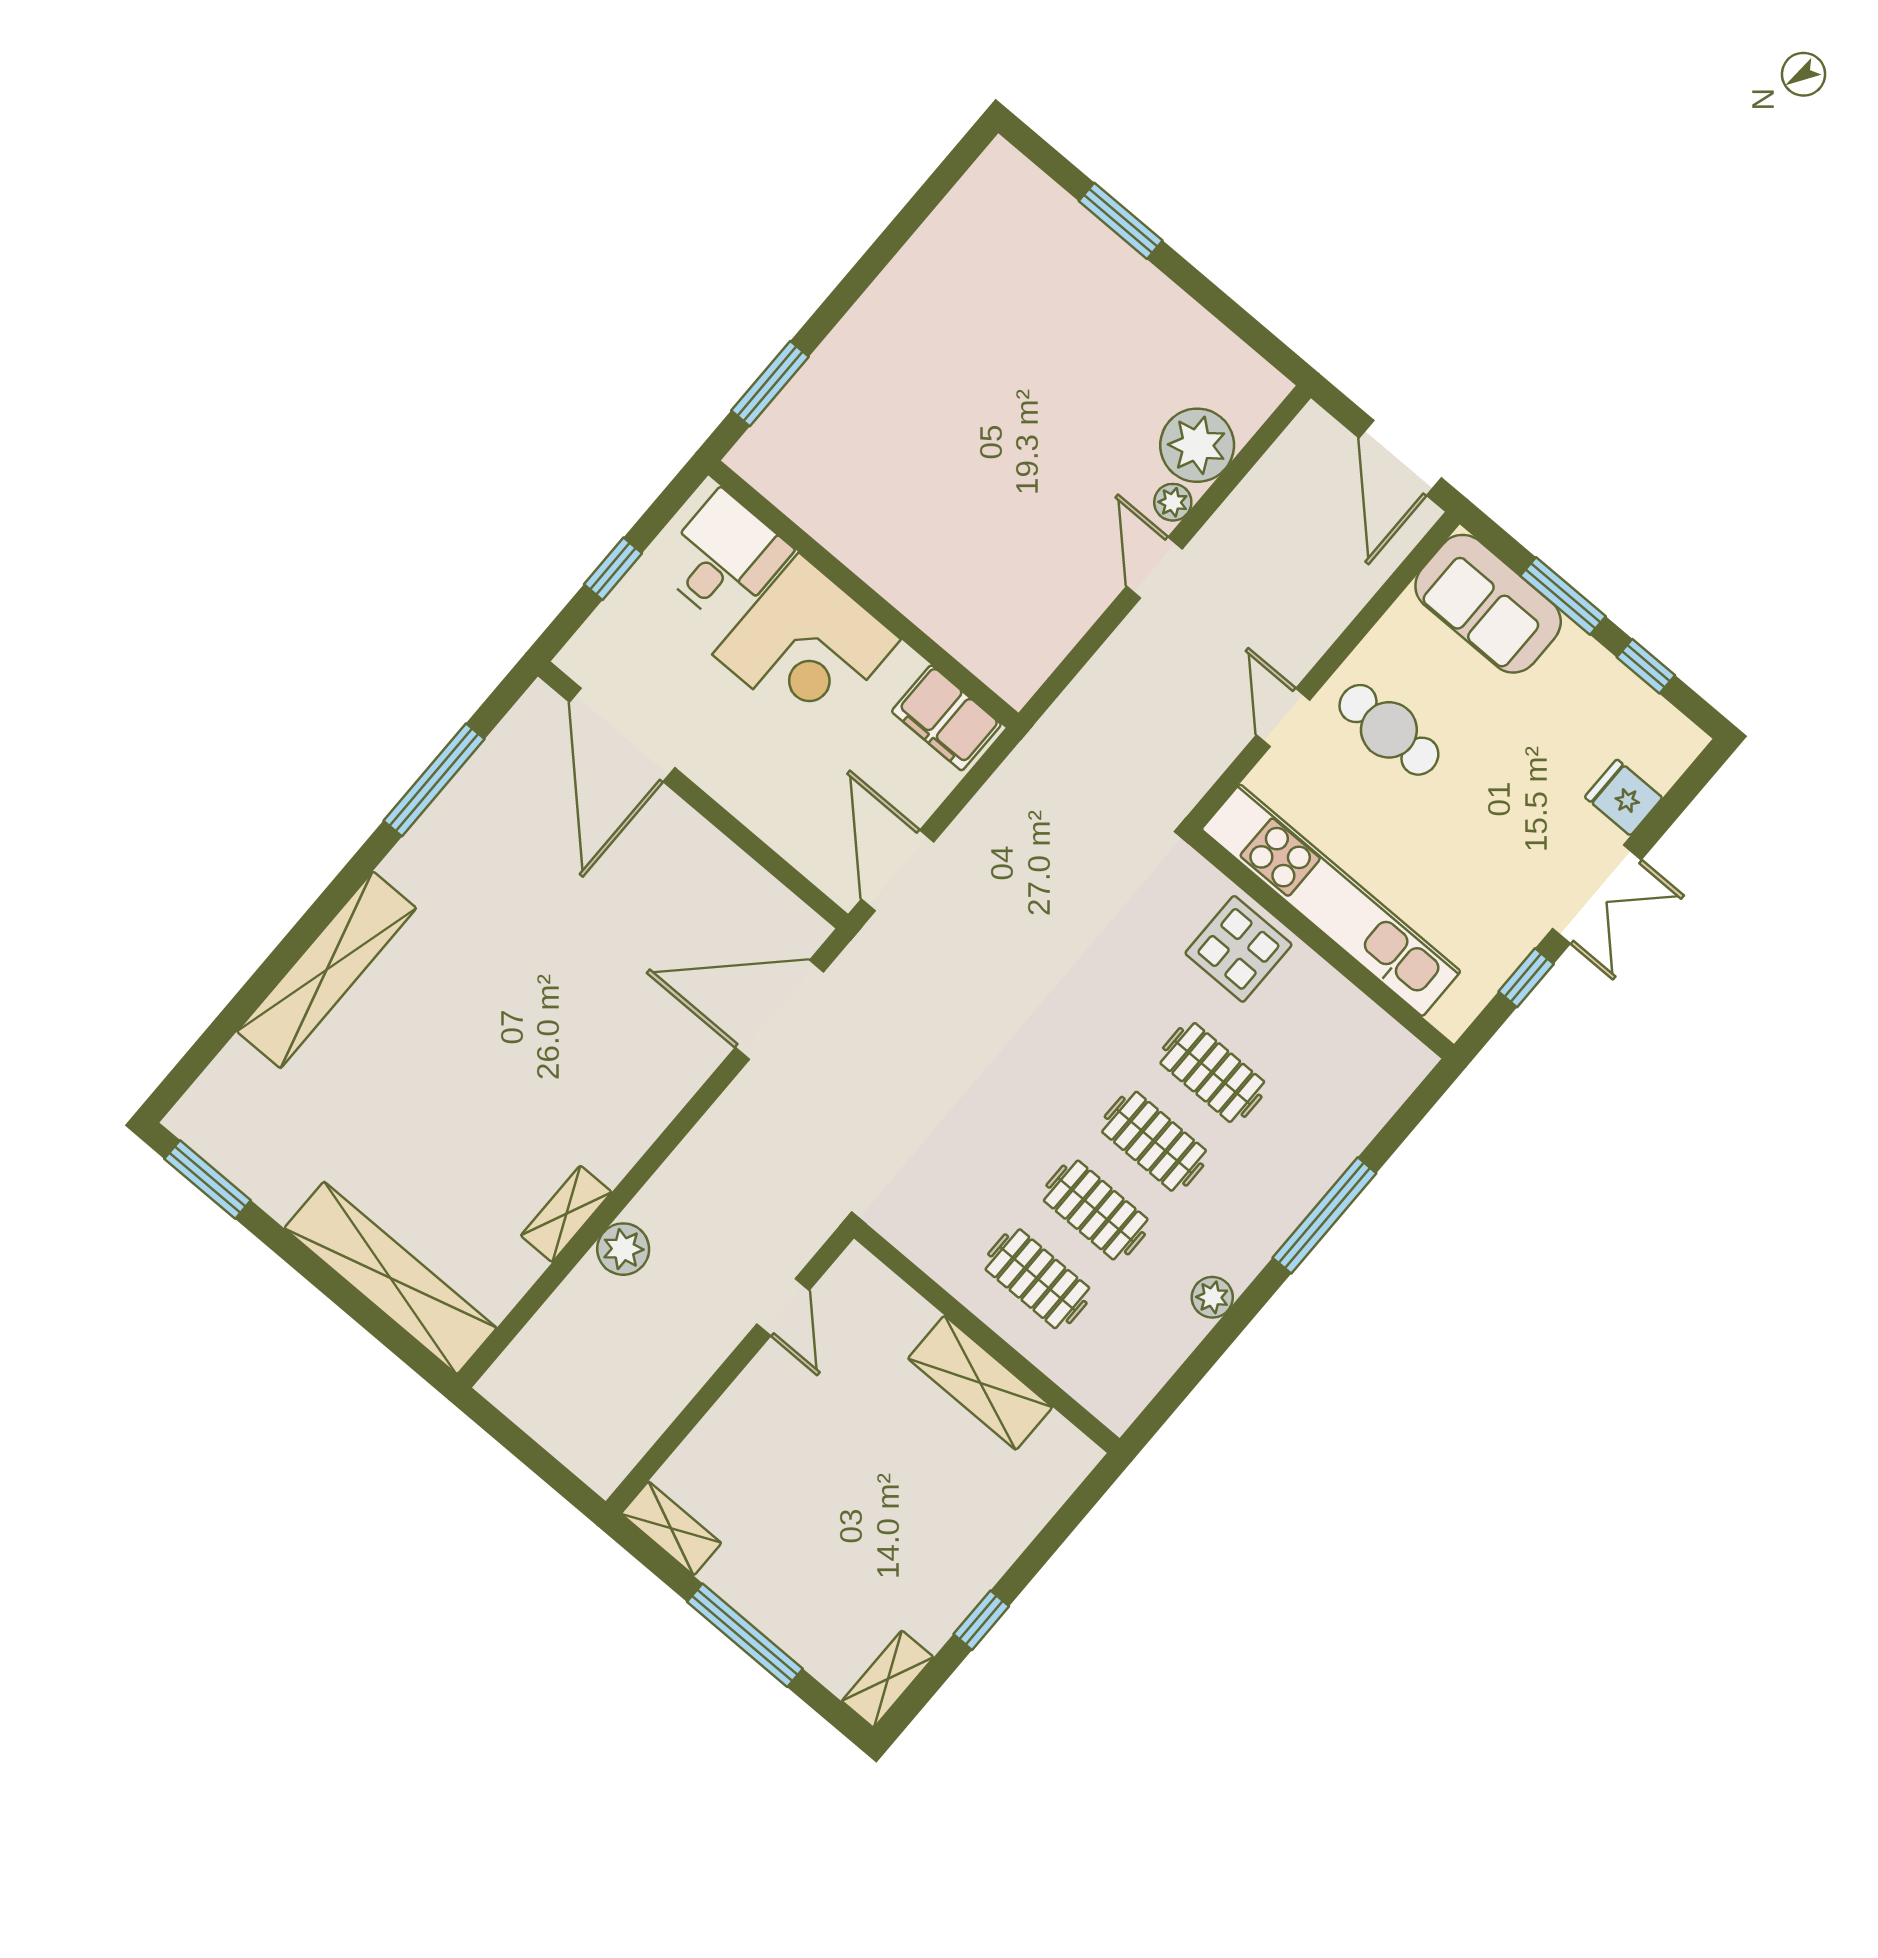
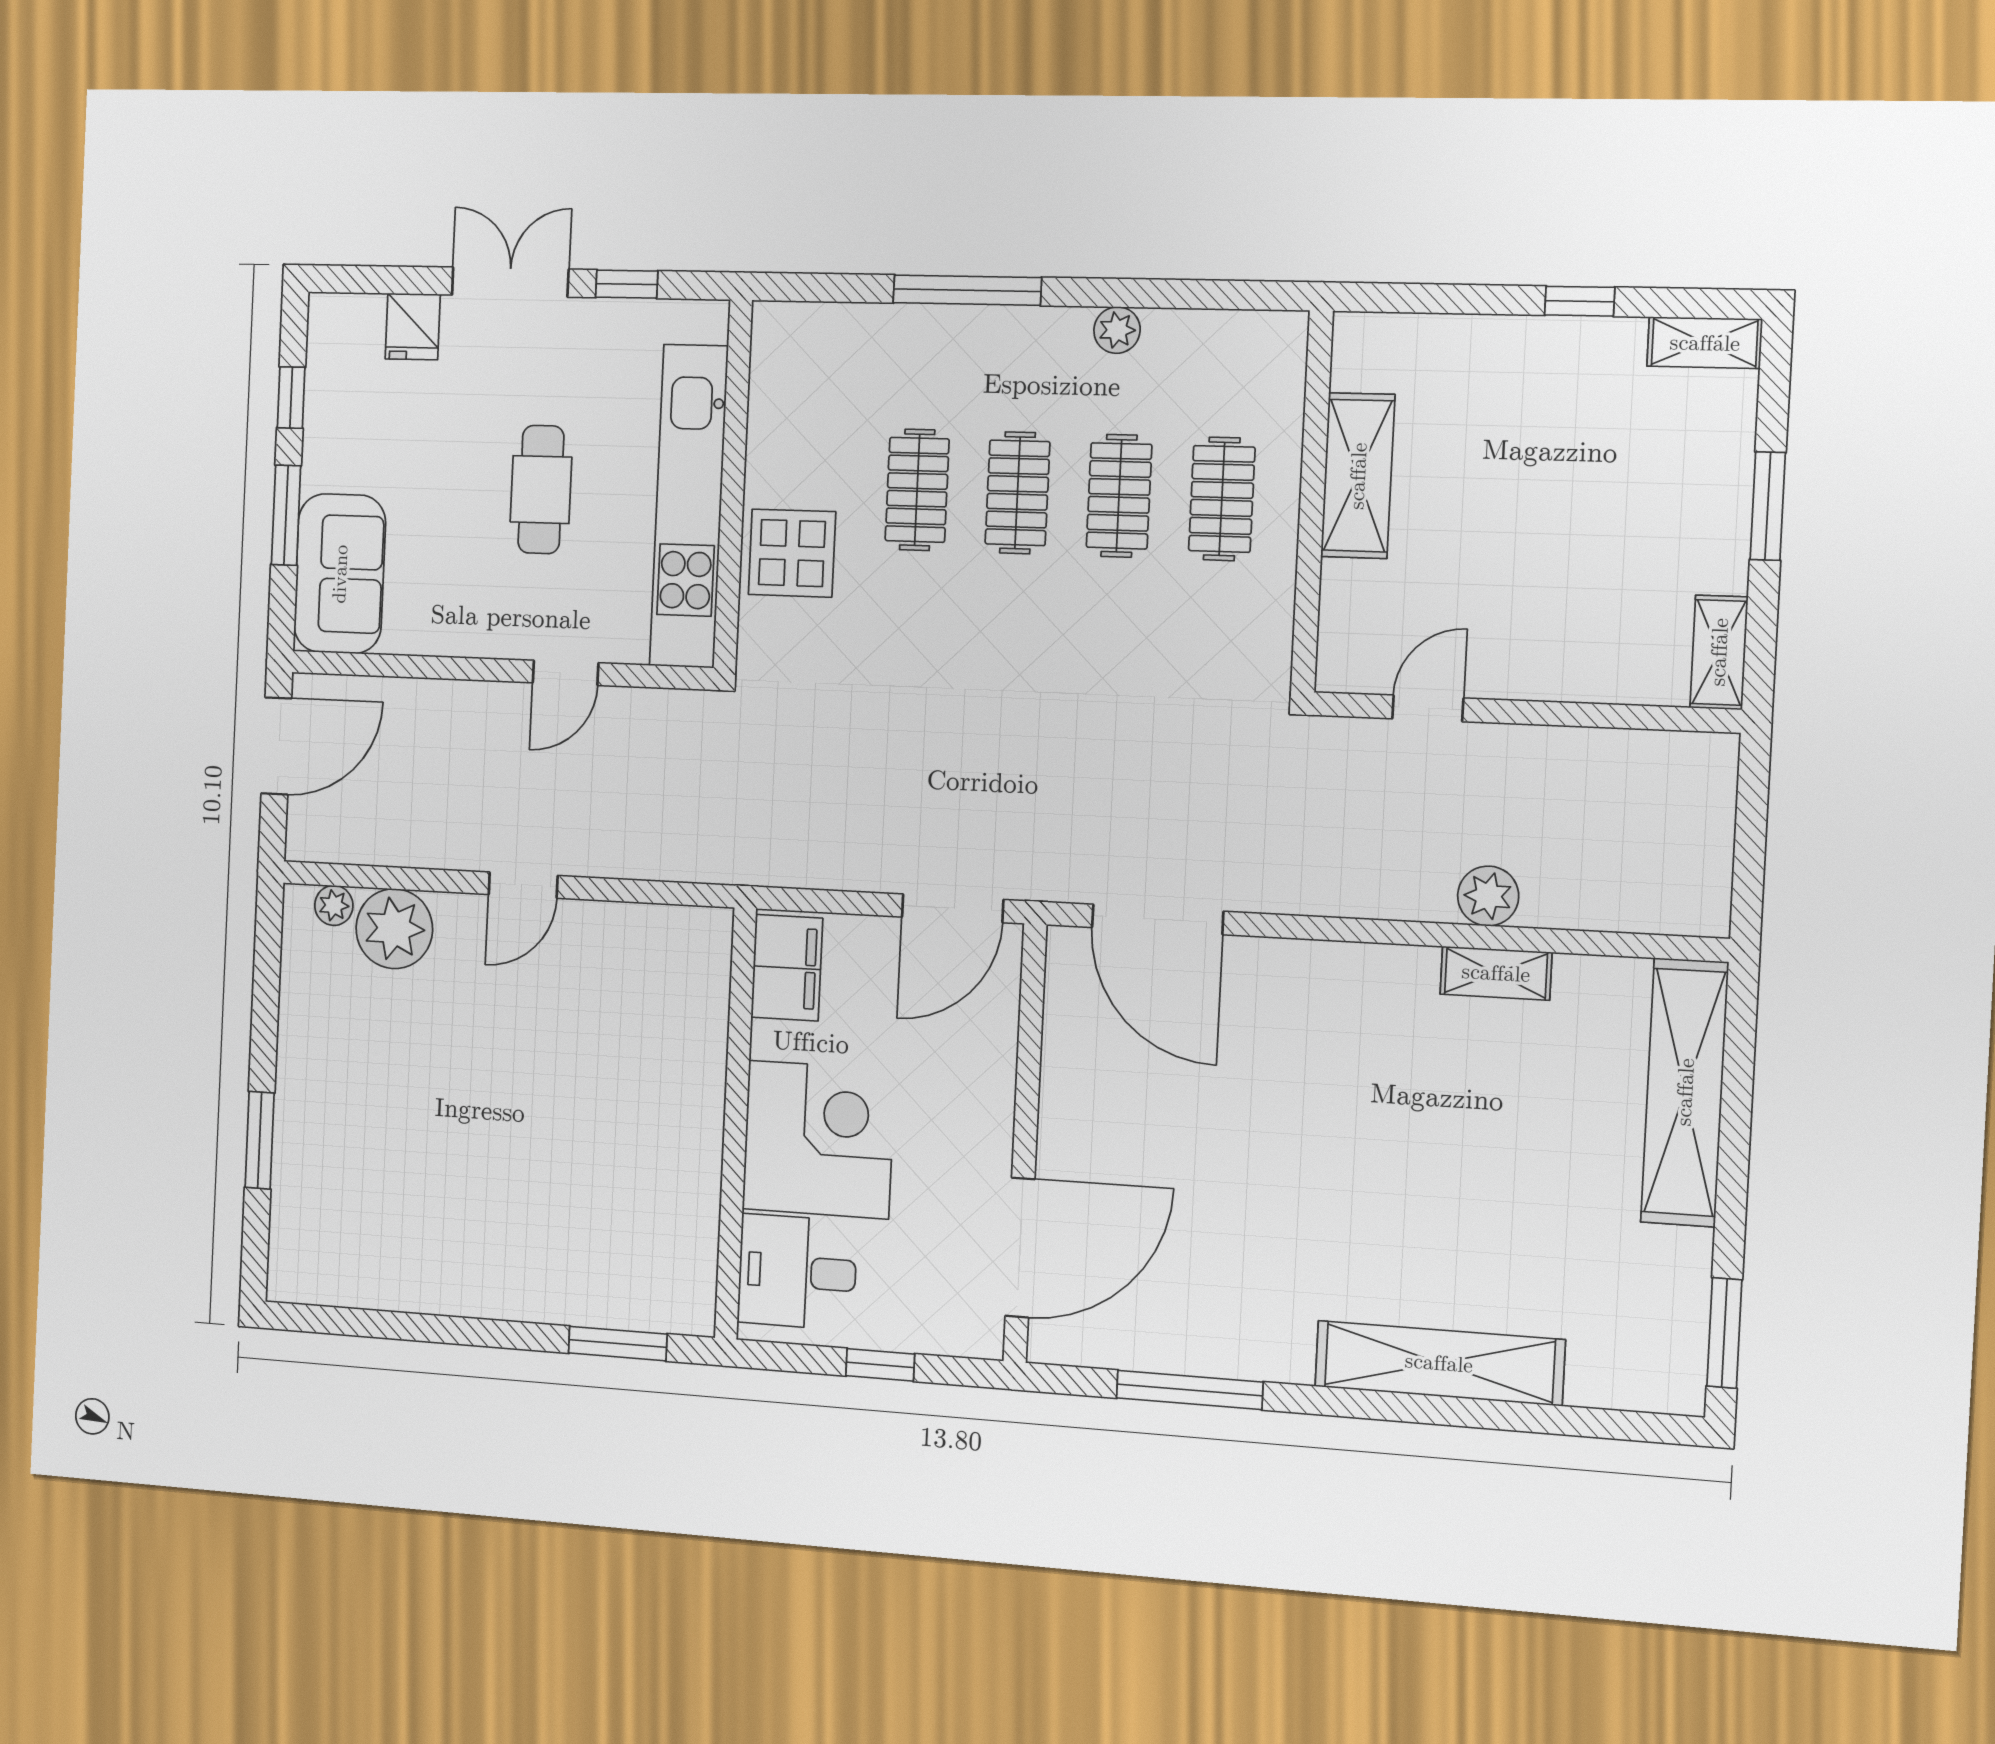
plant: (1173, 502) -> (334, 905), moved
cafe table: (1389, 730) -> (541, 490), moved
window: (745, 1635) -> (1768, 506), width x0.69

